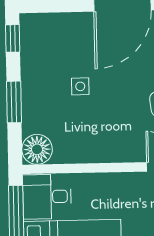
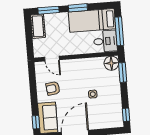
window: (14, 102) -> (123, 72), moved

